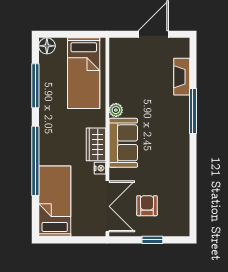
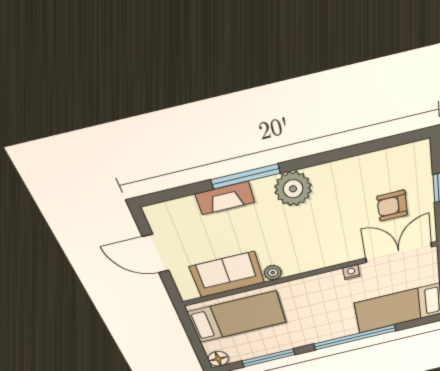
fireplace: (182, 77) -> (225, 198), moved
plant: (177, 140) -> (293, 189), added
sofa: (123, 143) -> (227, 275), moved
wardrobe: (96, 144) -> (322, 283), removed

